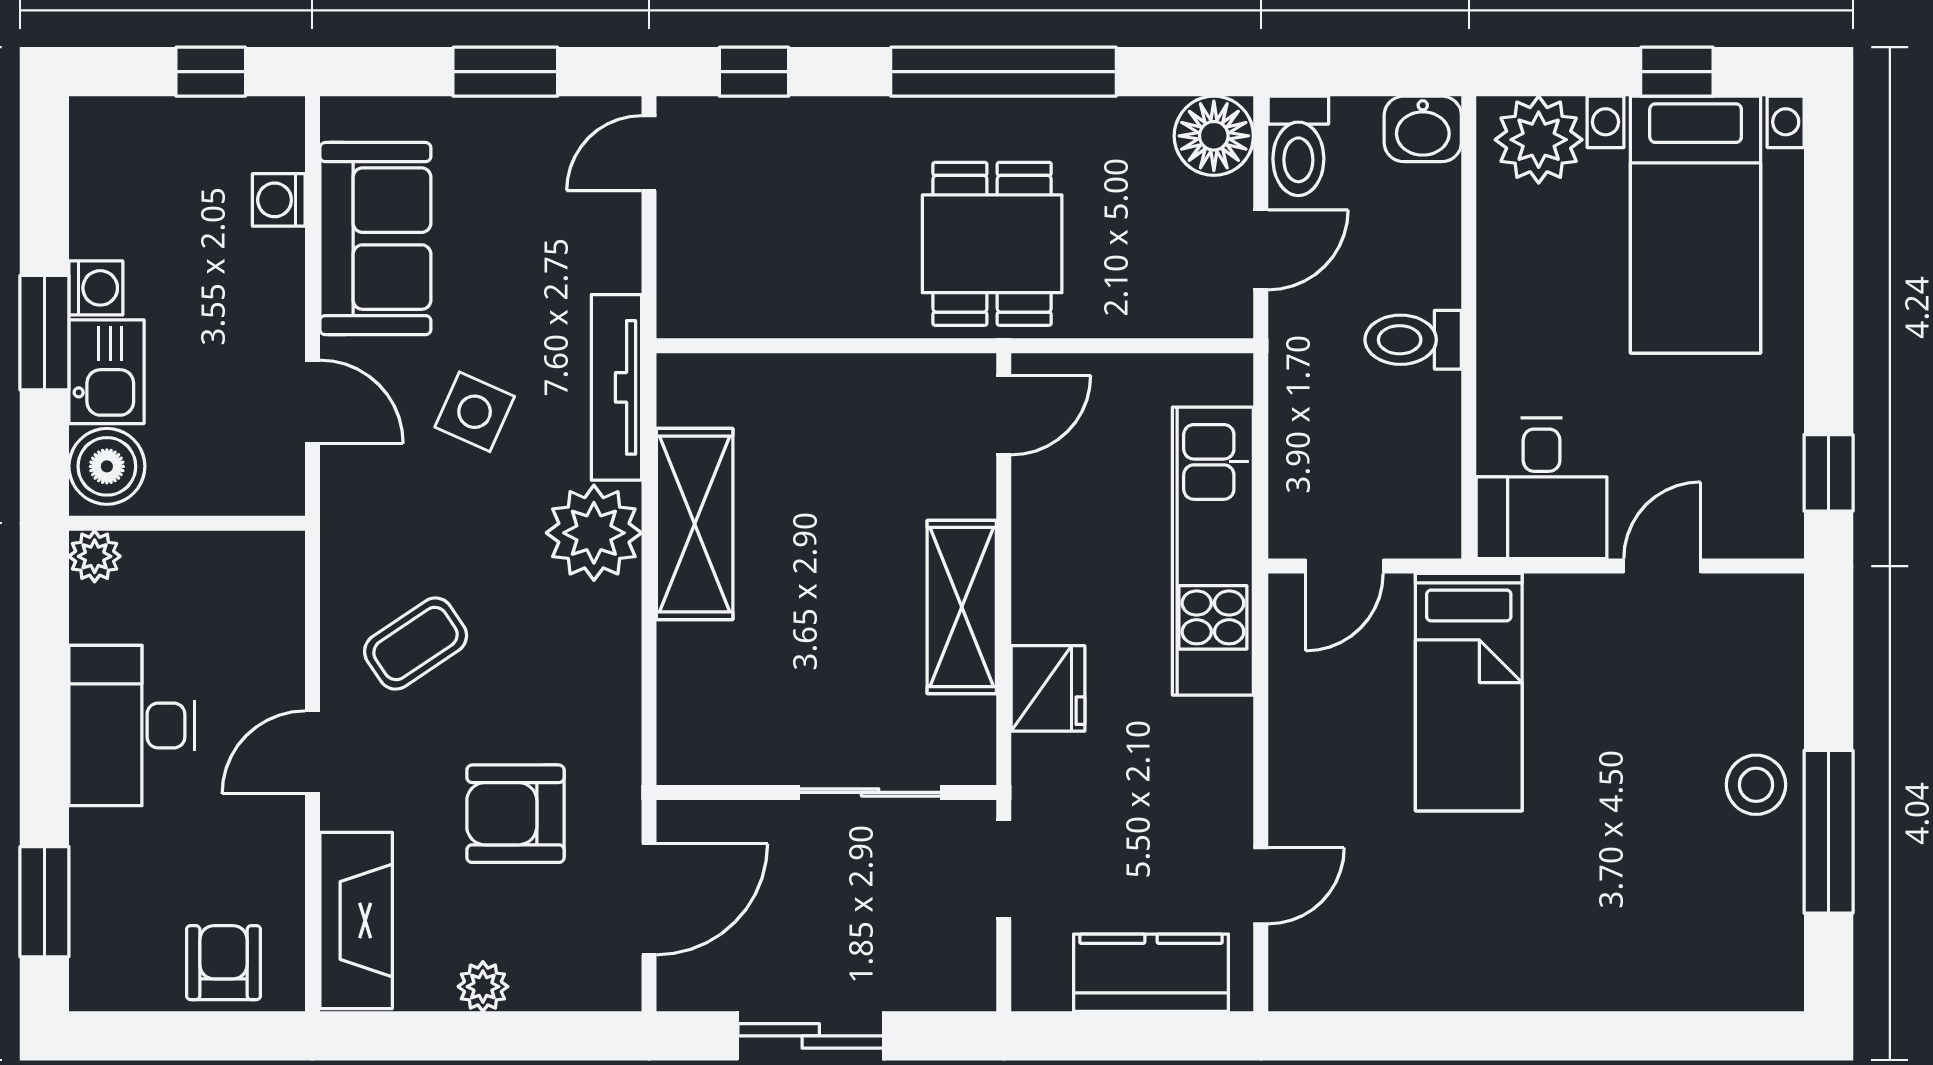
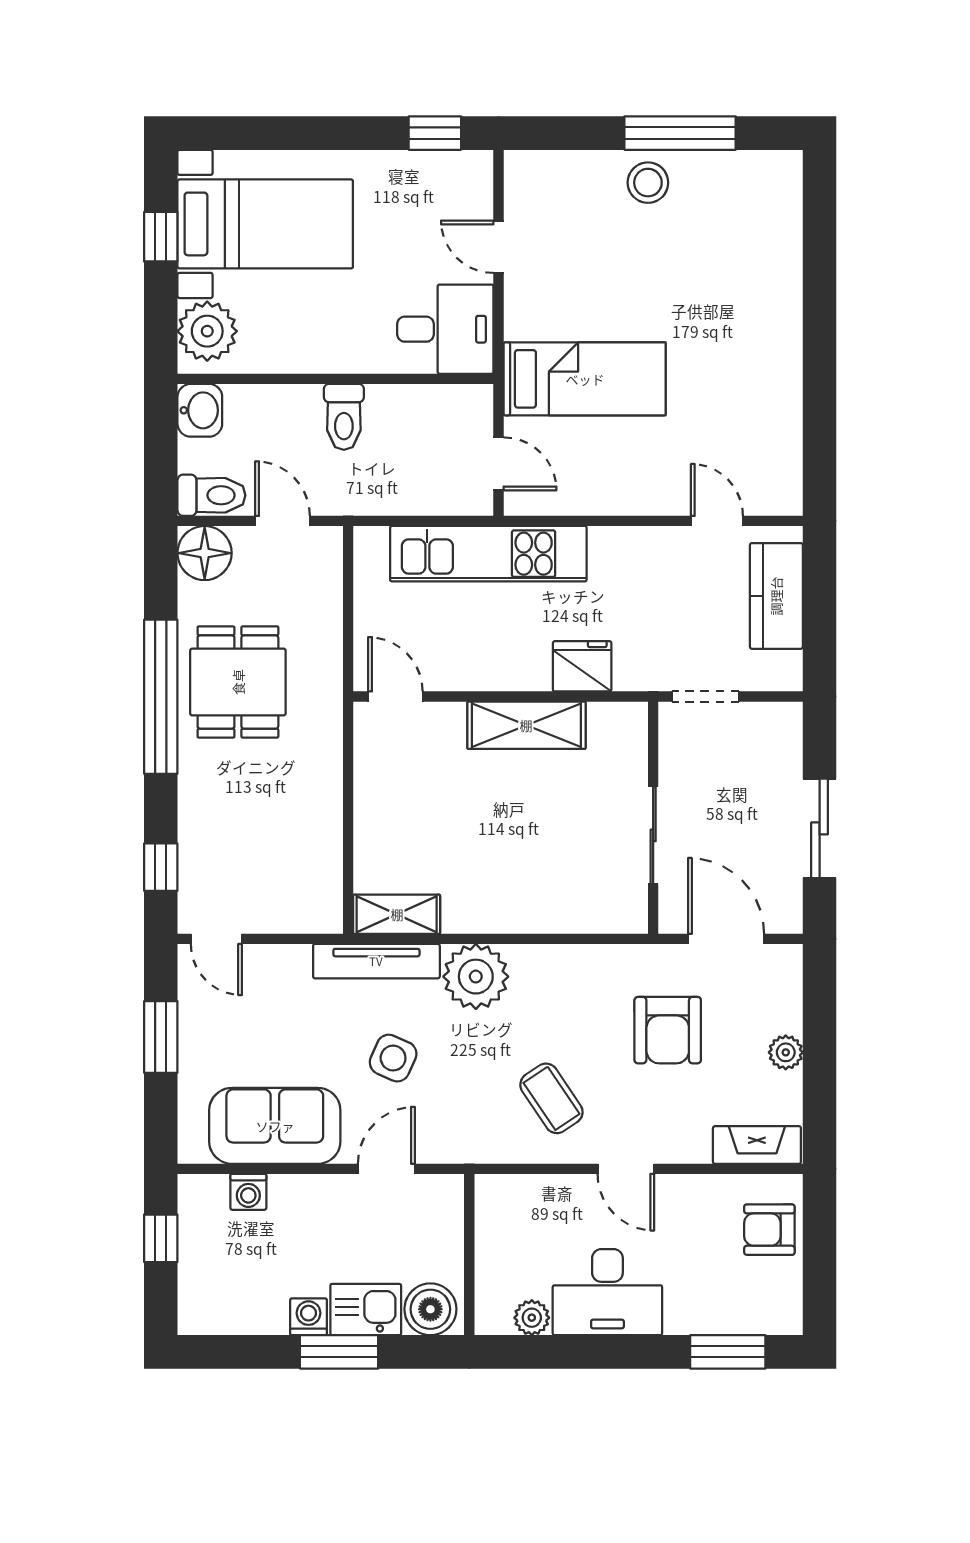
dining table: (992, 244) -> (238, 682), moved, turned 90
shelving: (695, 524) -> (397, 914), moved, width x0.67, depth x0.75
plant: (95, 556) -> (532, 1318), moved
sliding door: (870, 792) -> (653, 835), moved
fireplace: (356, 921) -> (757, 1145), width x0.73, depth x0.76

